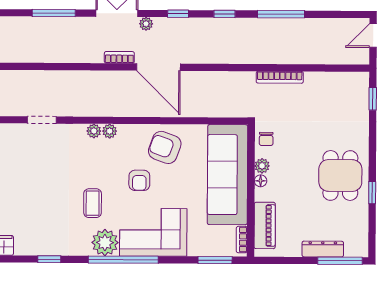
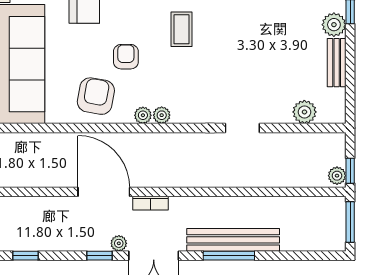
window: (178, 14) -> (99, 256), moved
bench: (50, 26) -> (233, 240), added
plant: (94, 131) -> (143, 115), moved
armchair: (165, 147) -> (96, 96), turned -100

